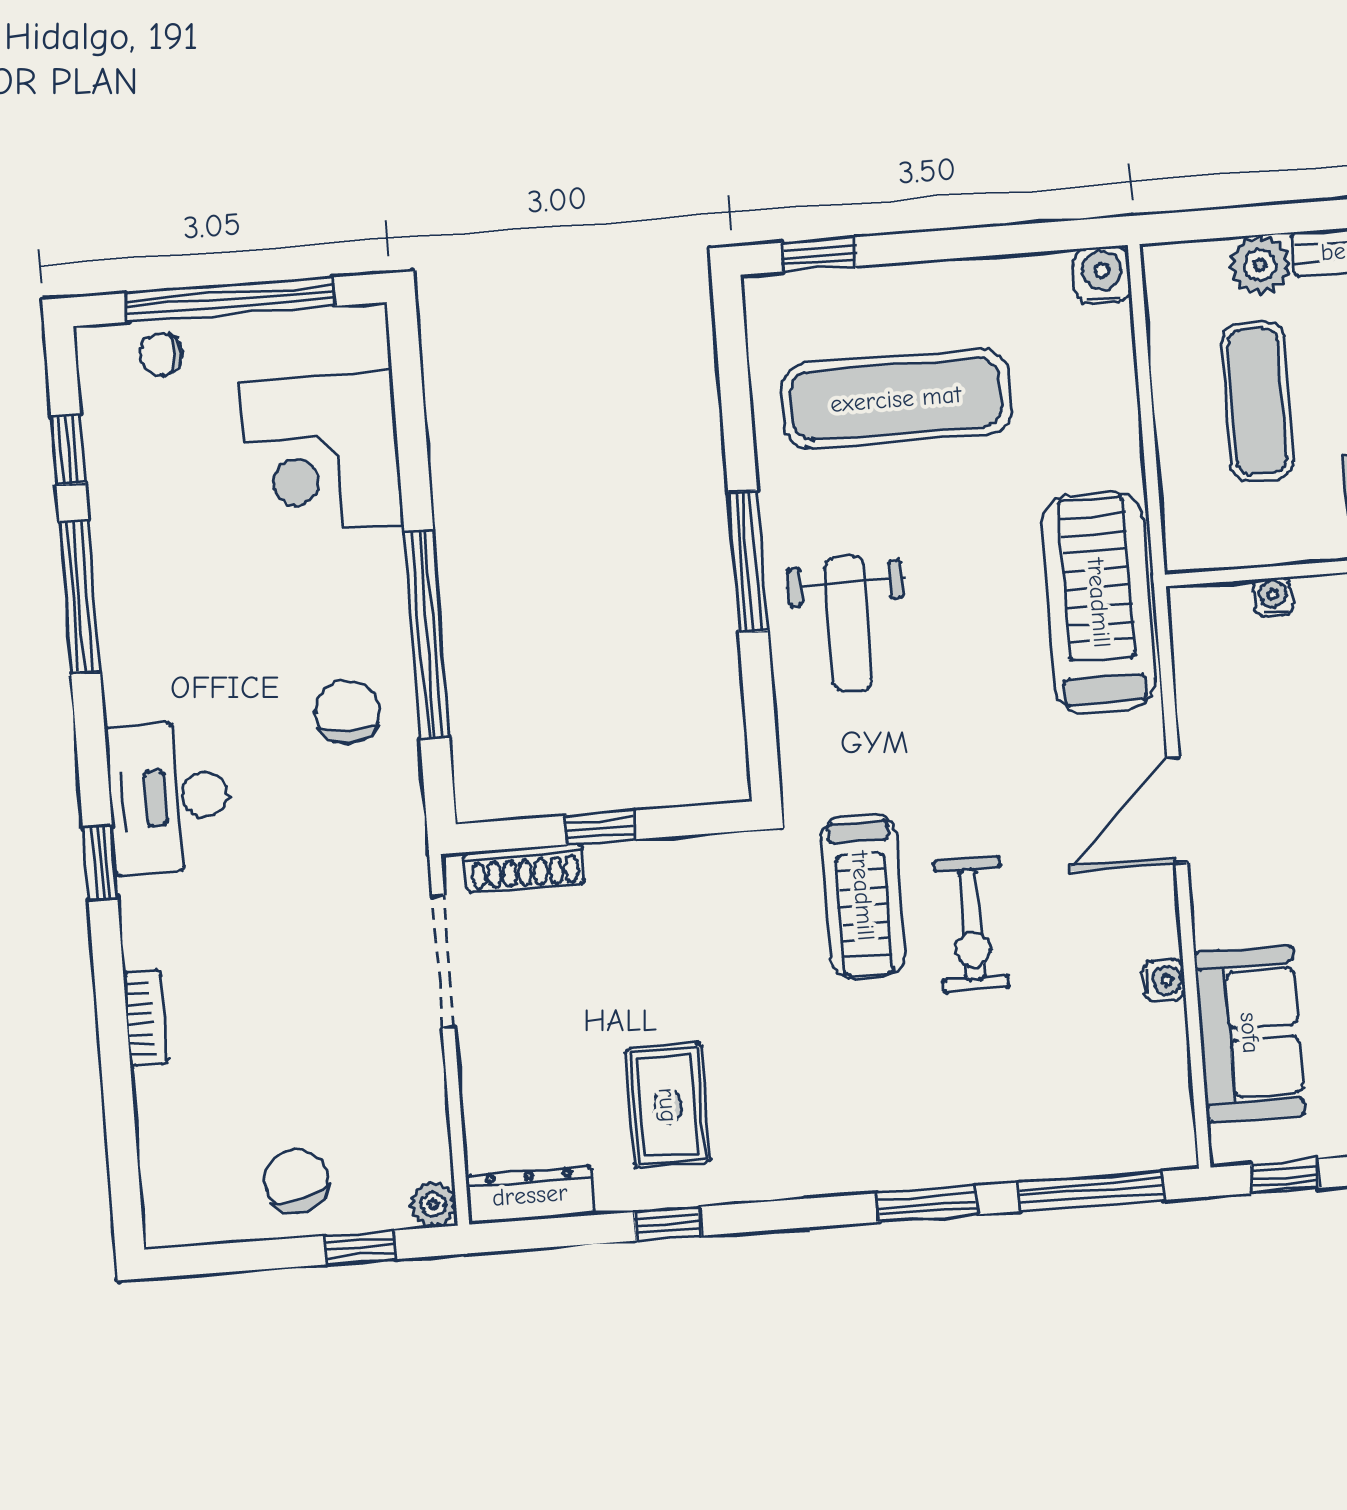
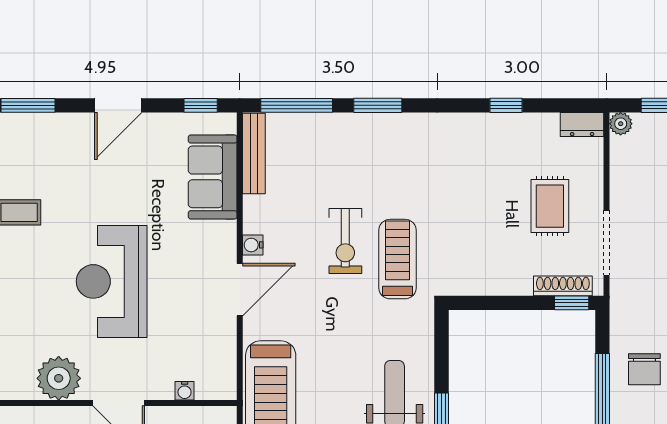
window: (601, 827) -> (572, 303), moved
exercise bike: (971, 925) -> (345, 241), turned 180
water cooler: (1164, 980) -> (253, 245), moved
bench: (1170, 1087) -> (254, 153), added
rug: (668, 1105) -> (550, 206), moved
dresser: (530, 1195) -> (582, 125), width x0.70

